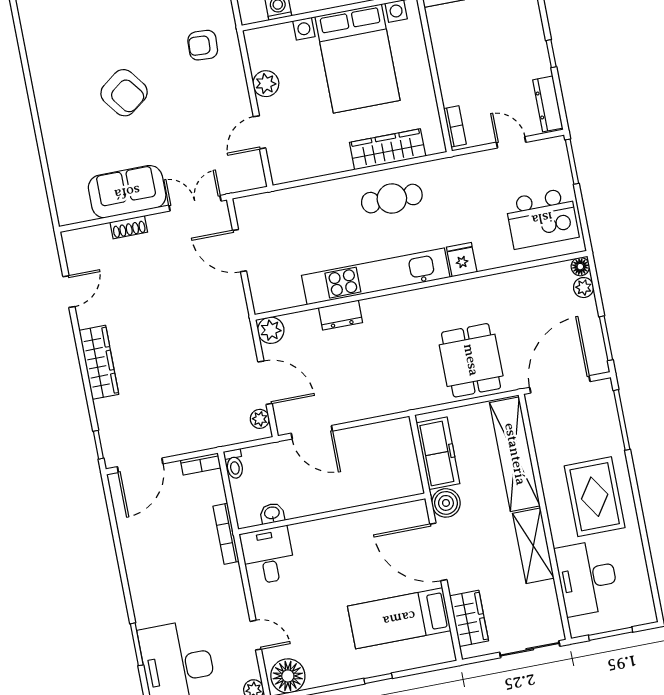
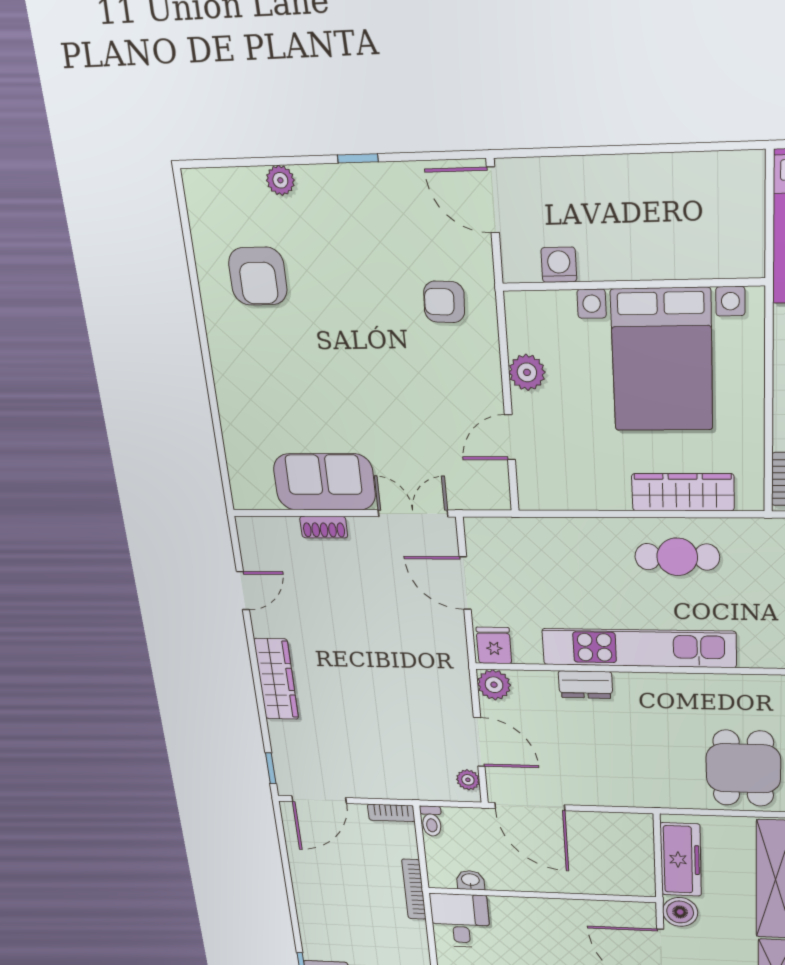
armchair: (124, 93) -> (258, 276), moved, turned 37
fridge: (462, 260) -> (494, 645), moved
door: (312, 432) -> (530, 807), width x1.36

